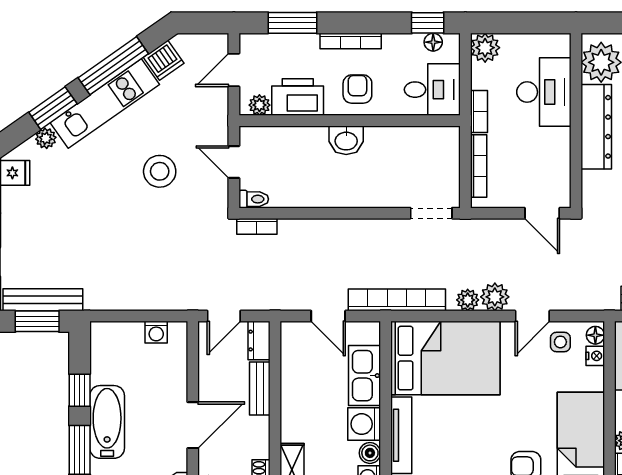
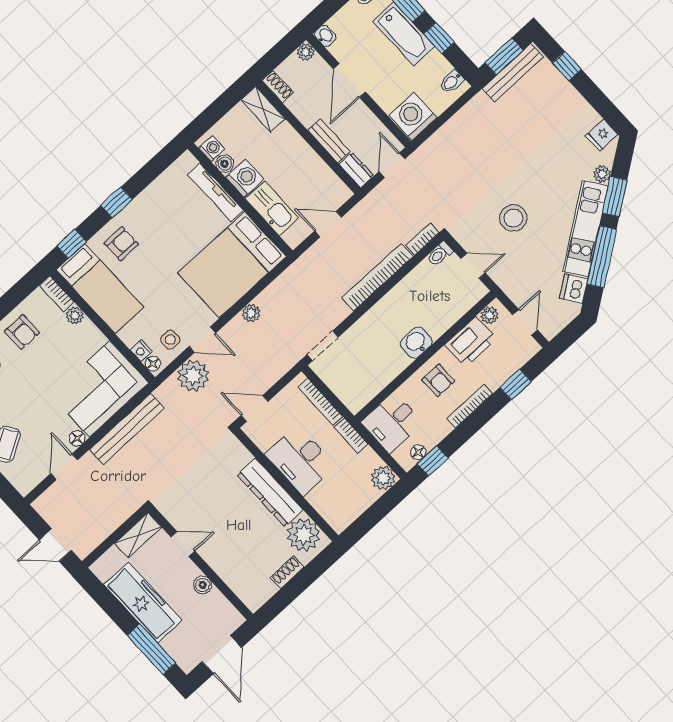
window: (292, 23) -> (516, 384), width x0.67
desk: (544, 92) -> (300, 460), moved
plant: (495, 297) -> (193, 376), moved, width x1.36, depth x1.36
bookcase: (397, 300) -> (377, 277), moved, turned 180
door: (532, 316) -> (202, 340), swing flipped
washing machine: (156, 332) -> (413, 117), width x1.89, depth x1.89
bidet: (103, 341) -> (452, 82), added

